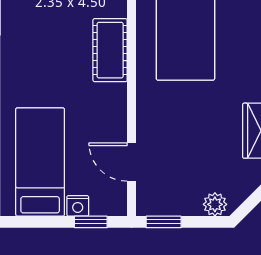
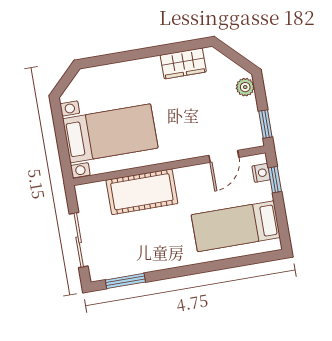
cot: (110, 50) -> (142, 192), width x1.37, depth x1.34
nightstand: (78, 206) -> (261, 173), moved

